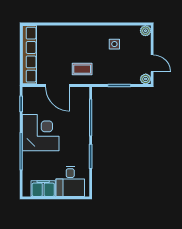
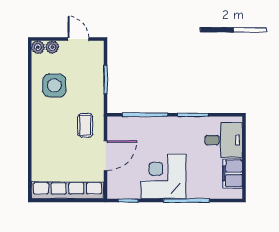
side table: (114, 44) -> (54, 85), width x1.87, depth x1.87
door: (152, 63) -> (78, 39), hinge flipped
plant: (146, 79) -> (52, 47), moved

